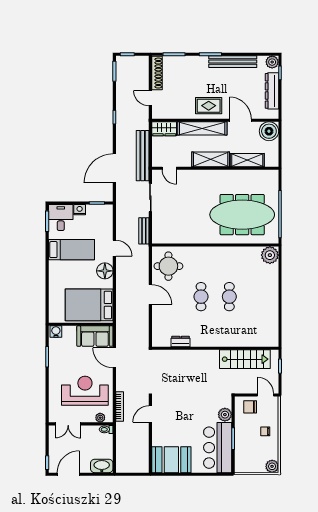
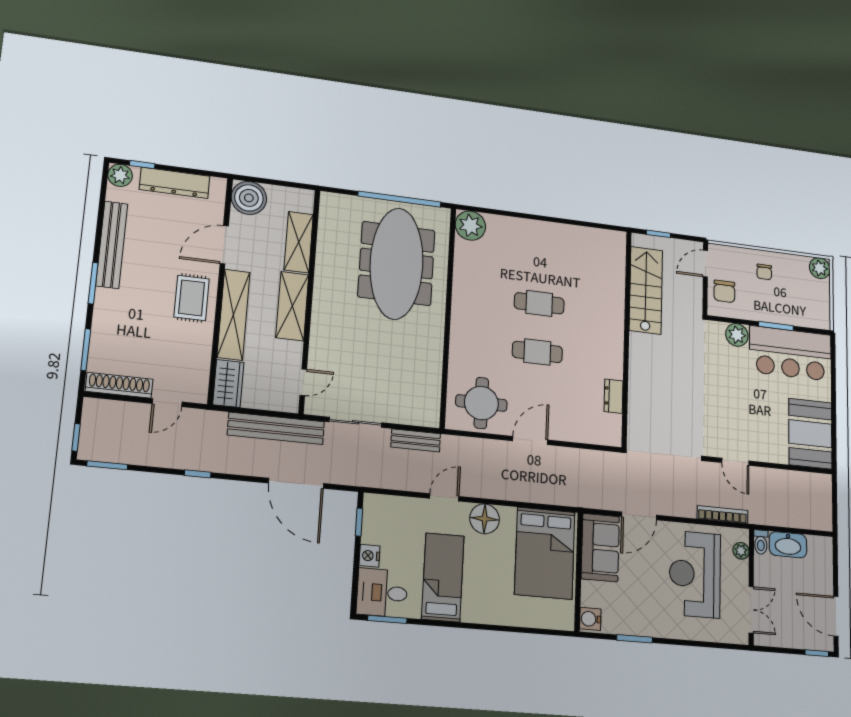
washbasin: (102, 466) -> (788, 545), moved, turned -90

